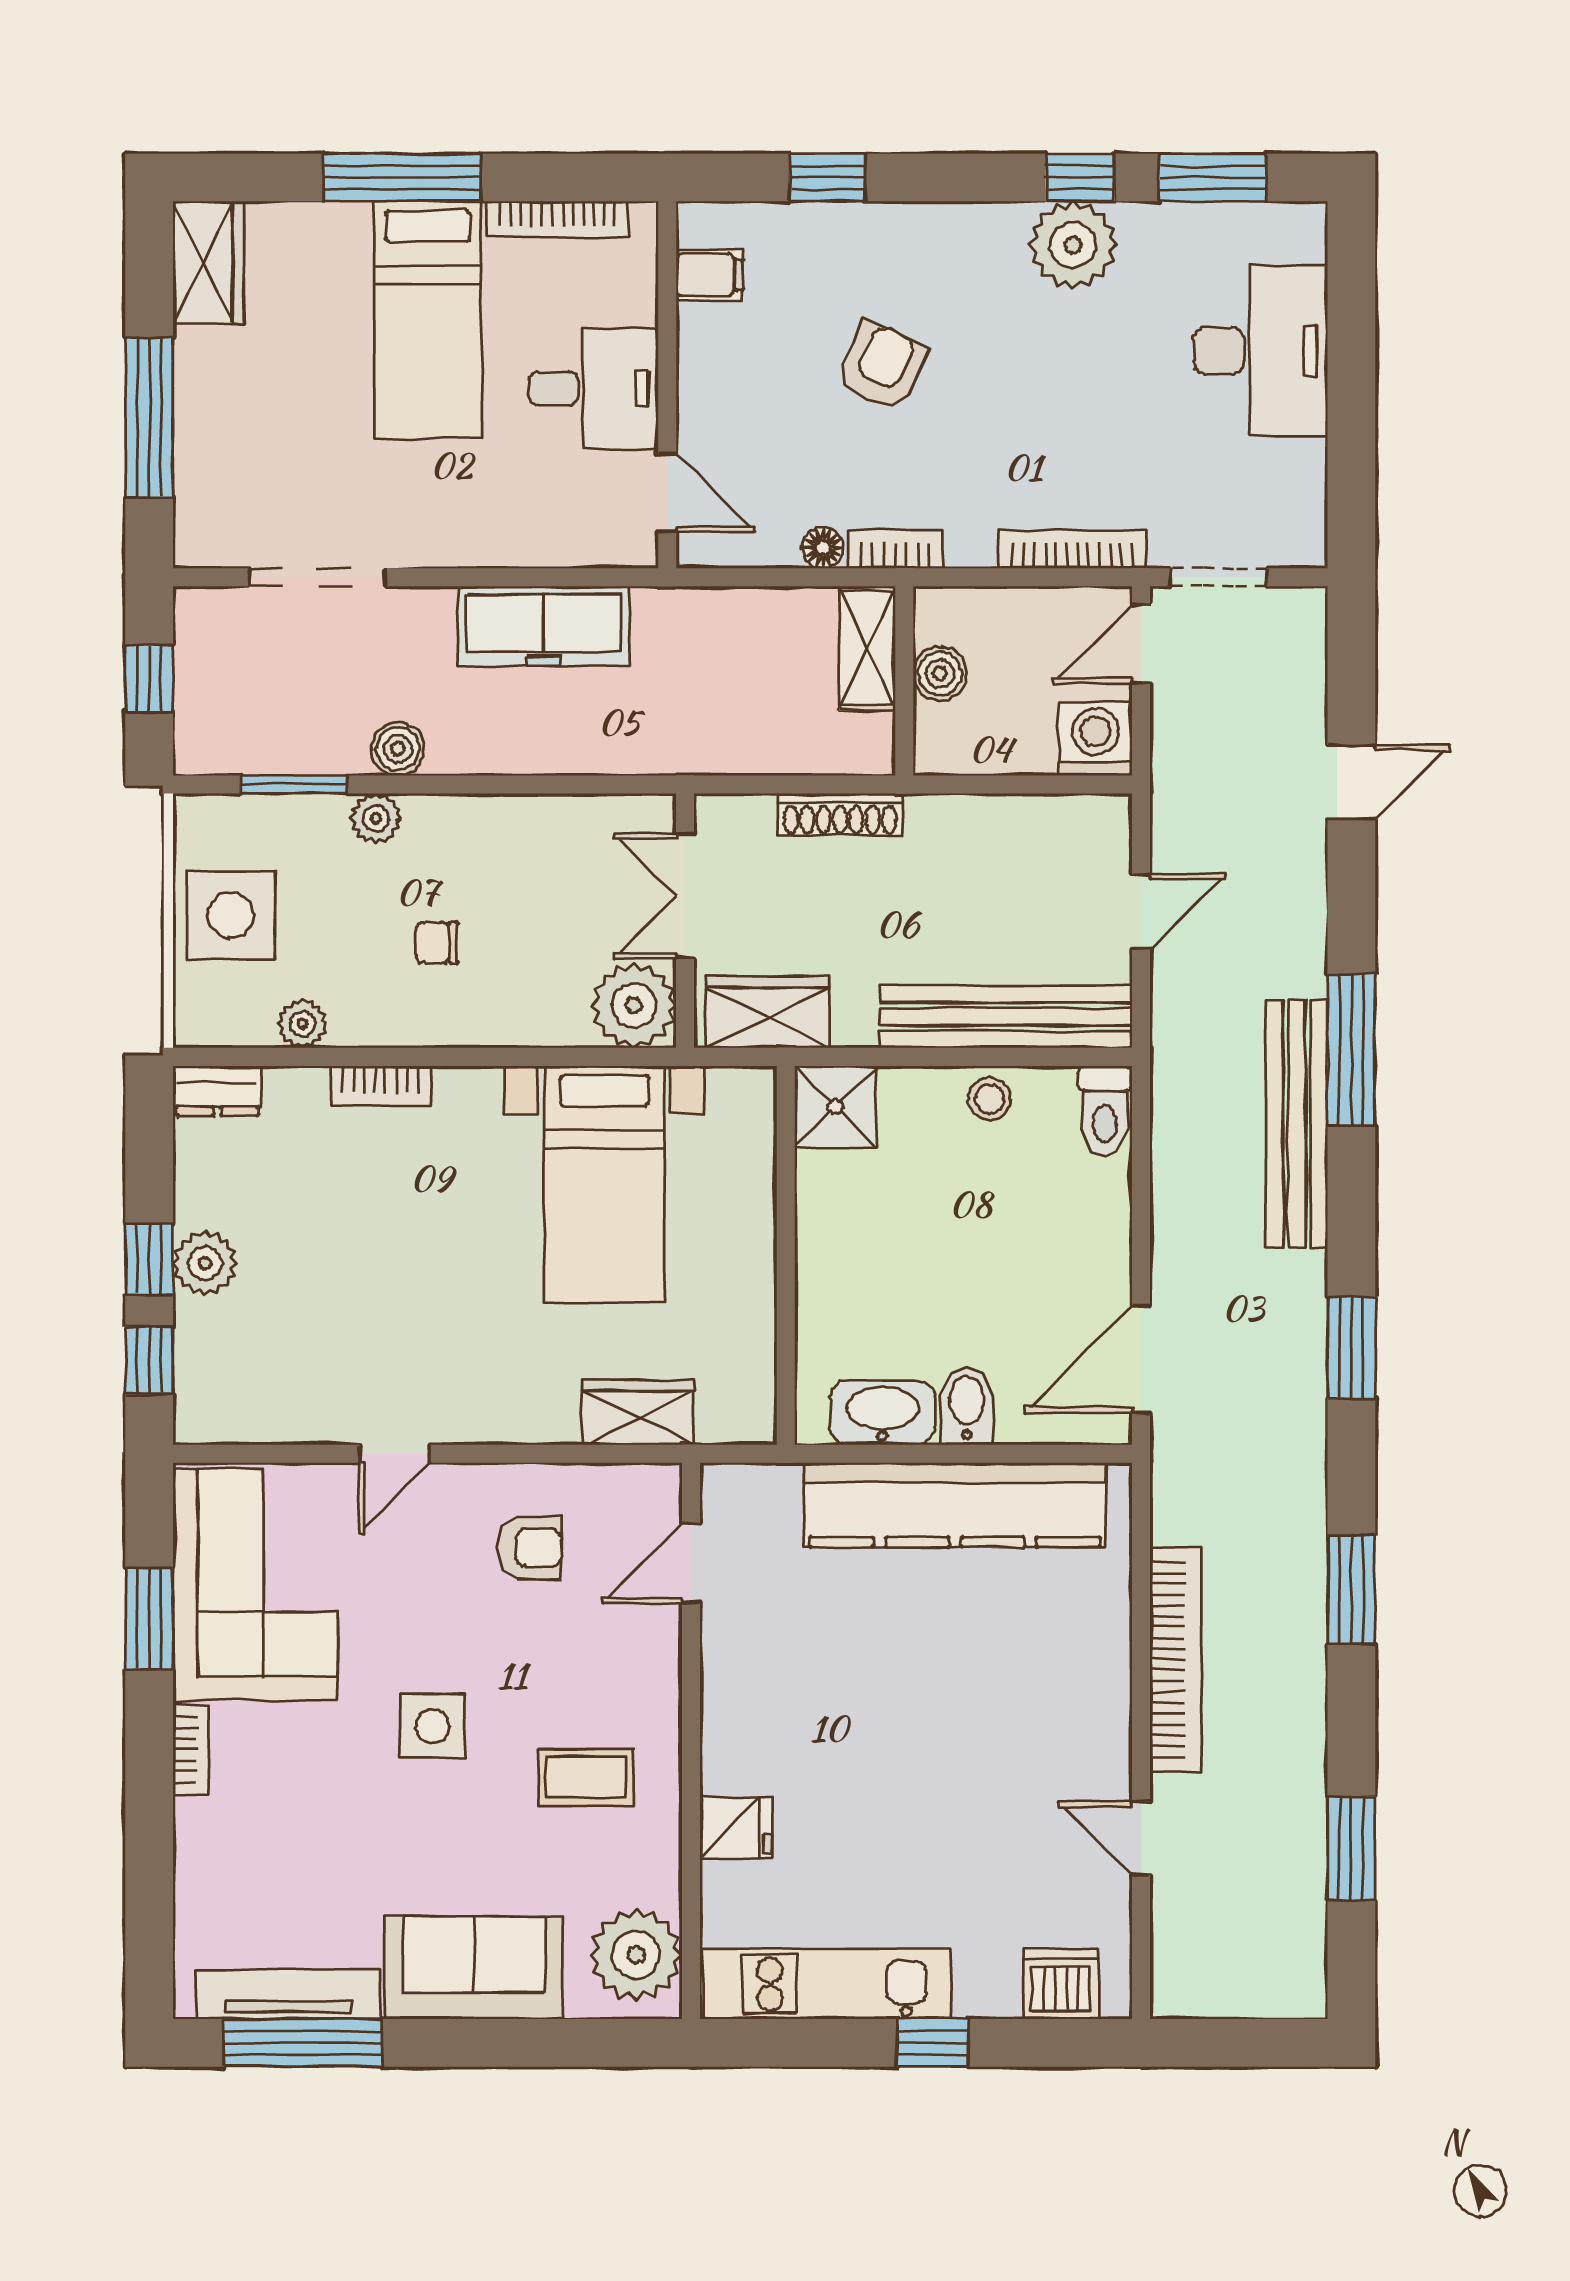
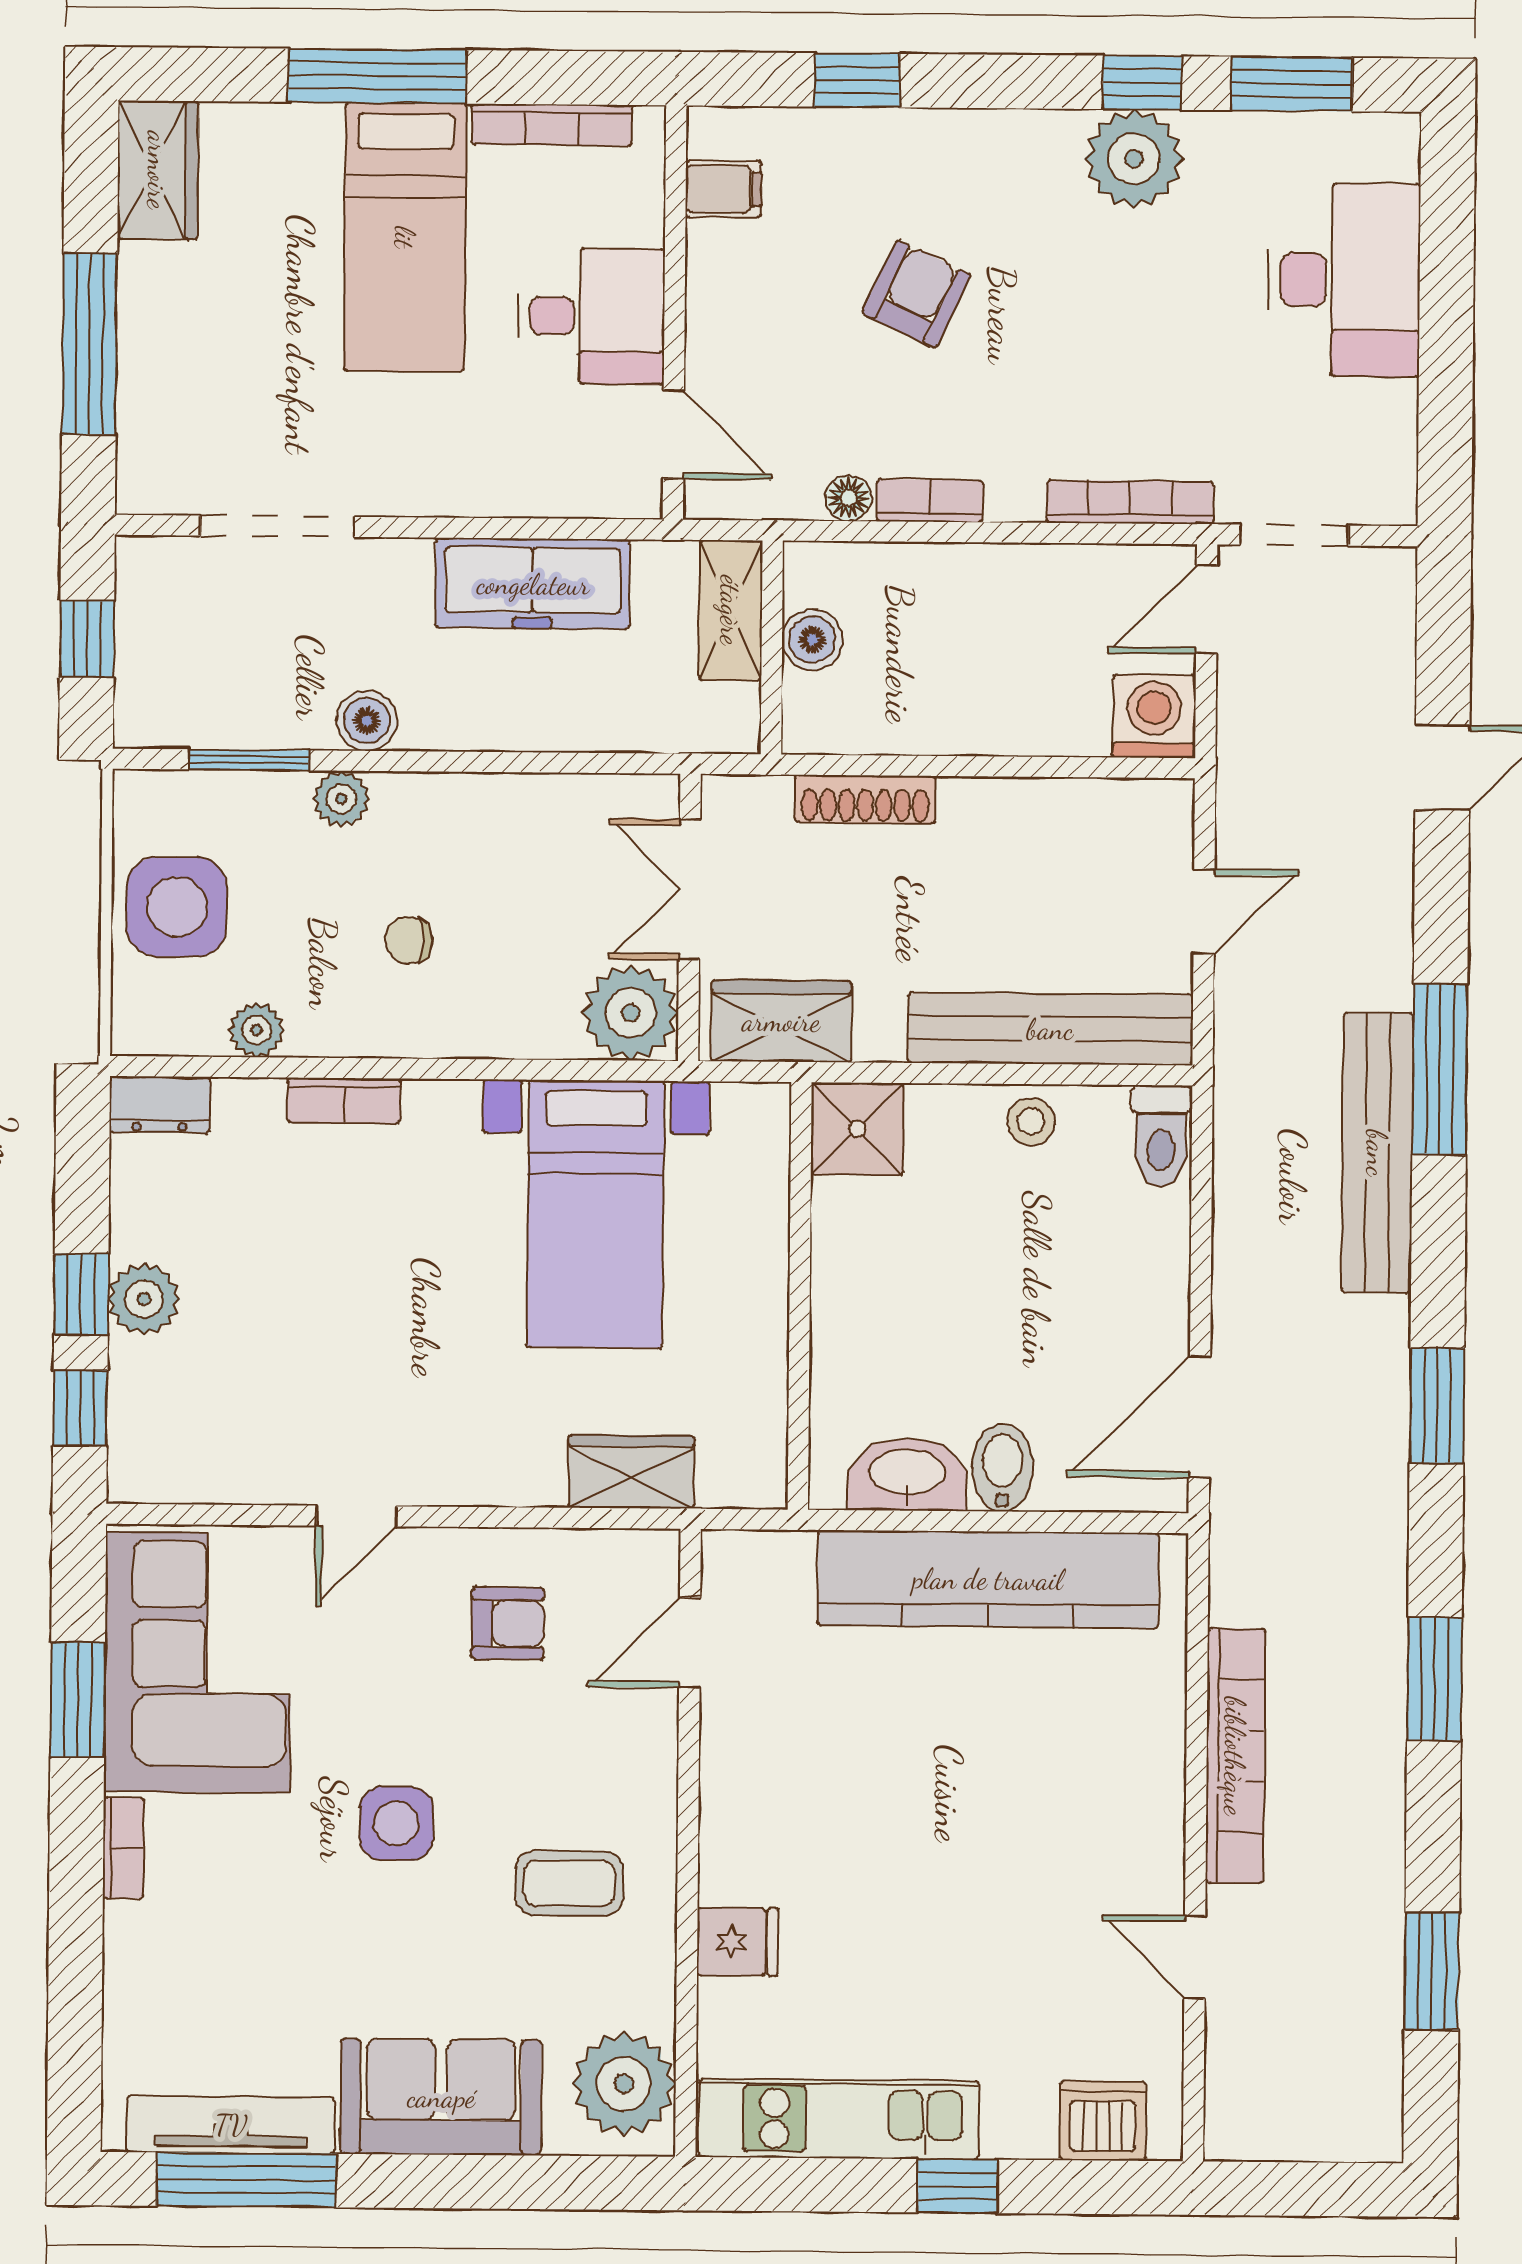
shelving: (867, 648) -> (731, 610), moved
boiler: (940, 674) -> (812, 640), moved
wall: (904, 681) -> (772, 647), moved

